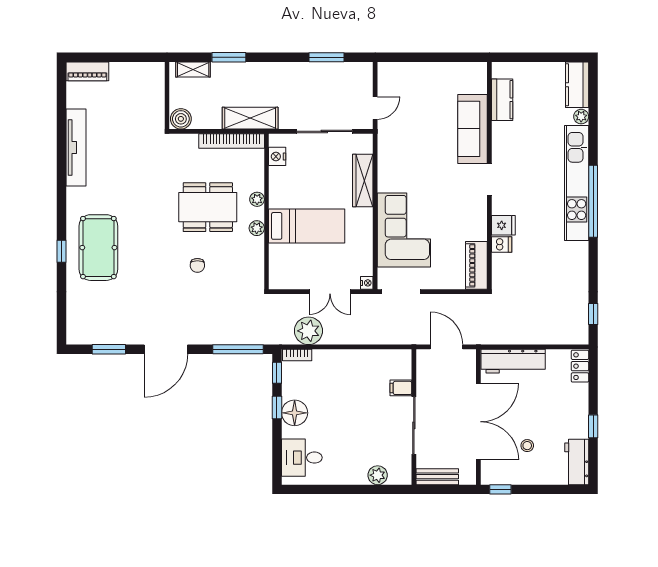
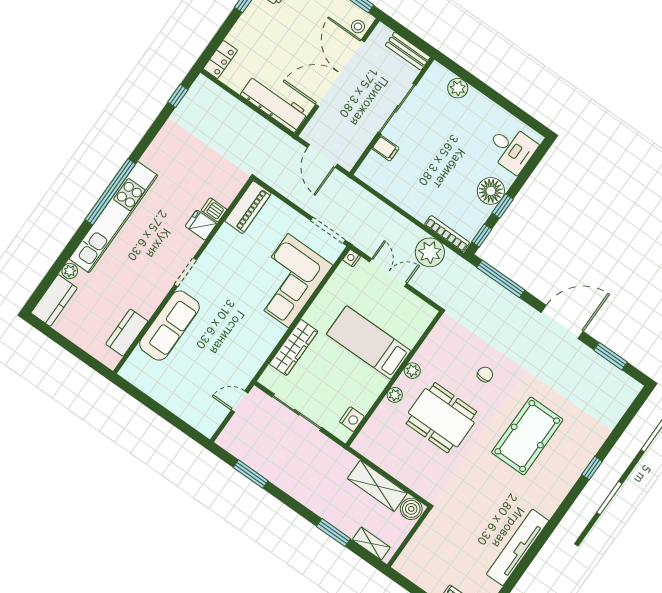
shelving: (250, 118) -> (377, 486), moved
bookcase: (232, 141) -> (381, 460), removed
pool table: (98, 248) -> (527, 436), moved
bookcase: (297, 355) -> (447, 234), width x1.56
stool: (527, 446) -> (358, 27), moved

